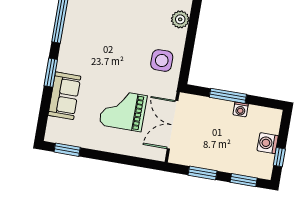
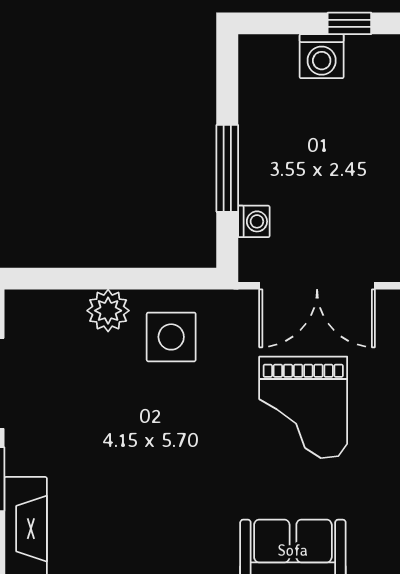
plant: (180, 19) -> (108, 311), moved
washing machine: (241, 109) -> (254, 221), moved

